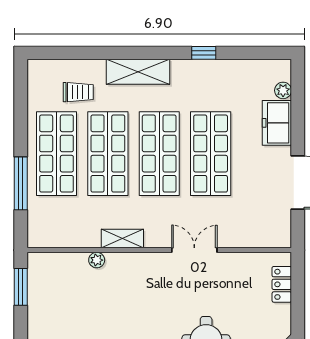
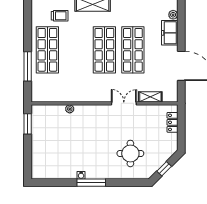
shop shelf: (108, 154) -> (76, 50), removed
shelving: (122, 239) -> (150, 97), moved

